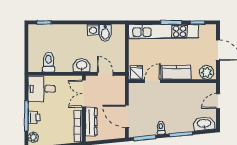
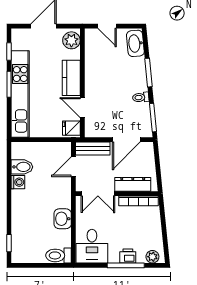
toilet: (49, 62) -> (58, 255), moved
washbasin: (82, 65) -> (63, 219), moved
bench: (120, 90) -> (93, 149), added

